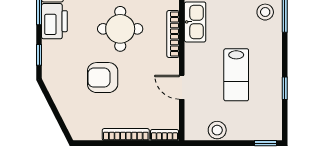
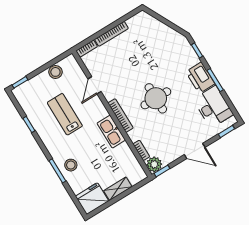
armchair: (103, 78) -> (148, 61), removed
door: (182, 87) -> (94, 85), swing flipped

